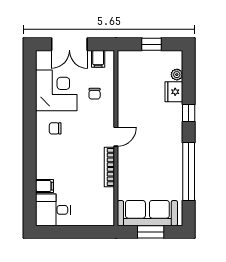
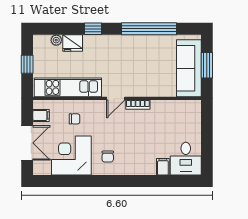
kitchen unit: (127, 87) -> (68, 87), added
door: (116, 137) -> (116, 98), swing flipped
bookcase: (109, 167) -> (138, 105), width x0.64

